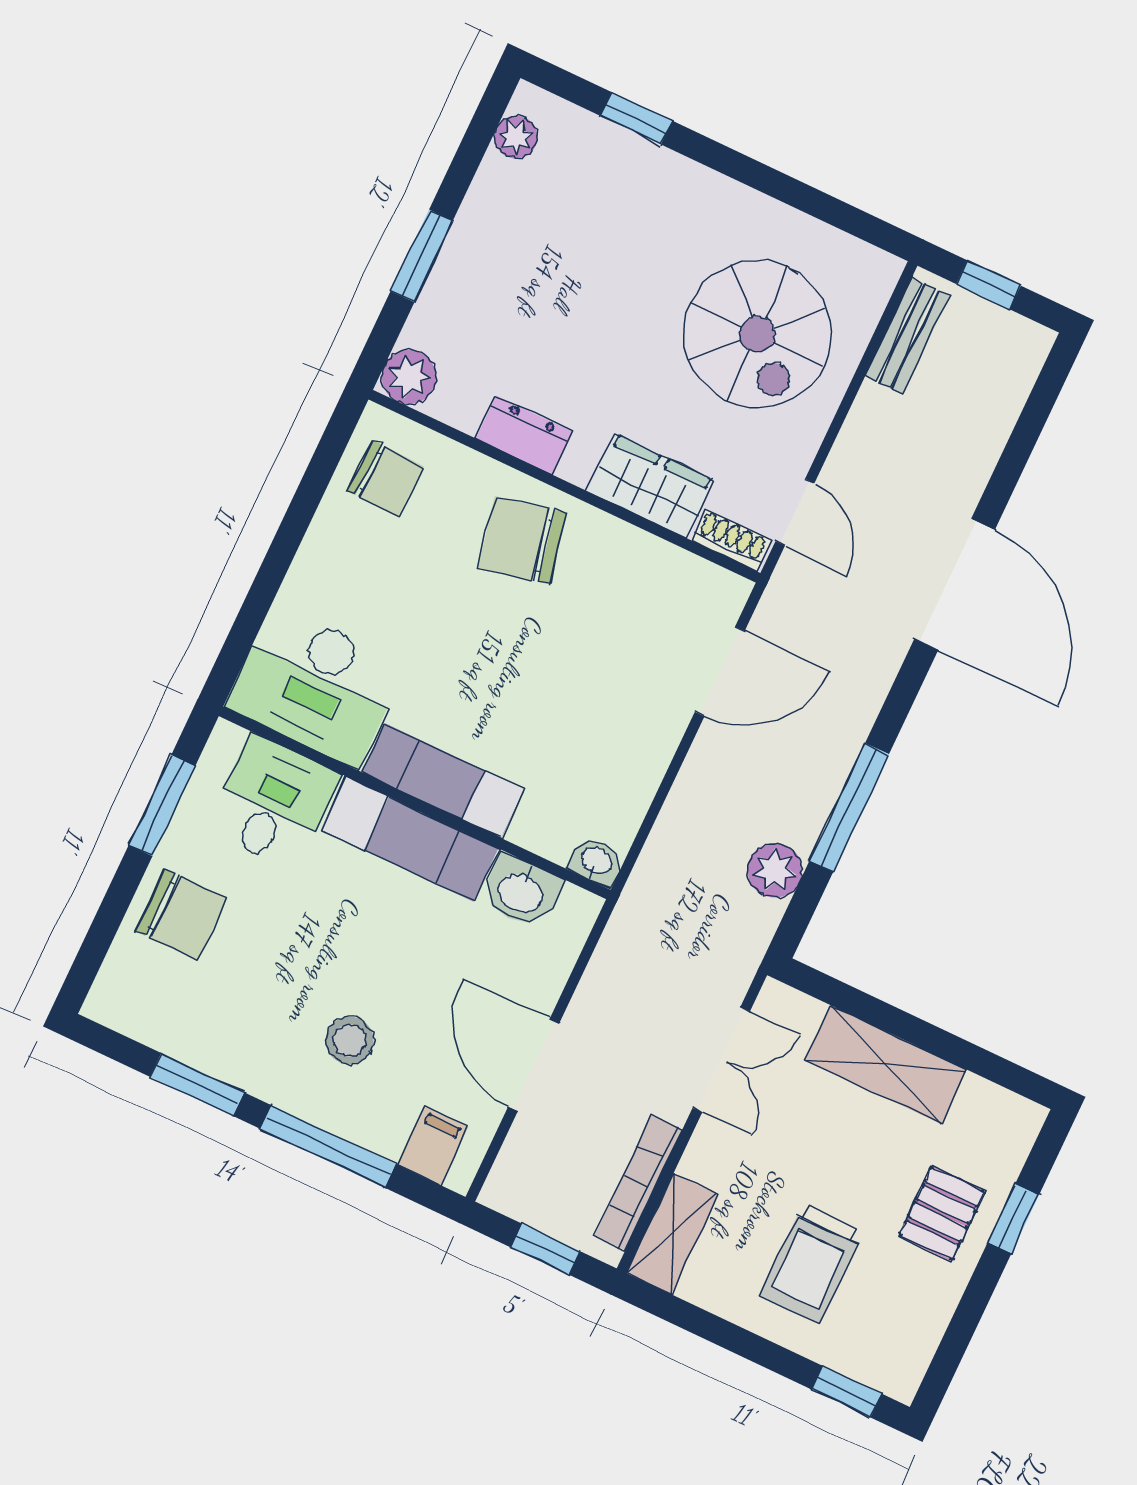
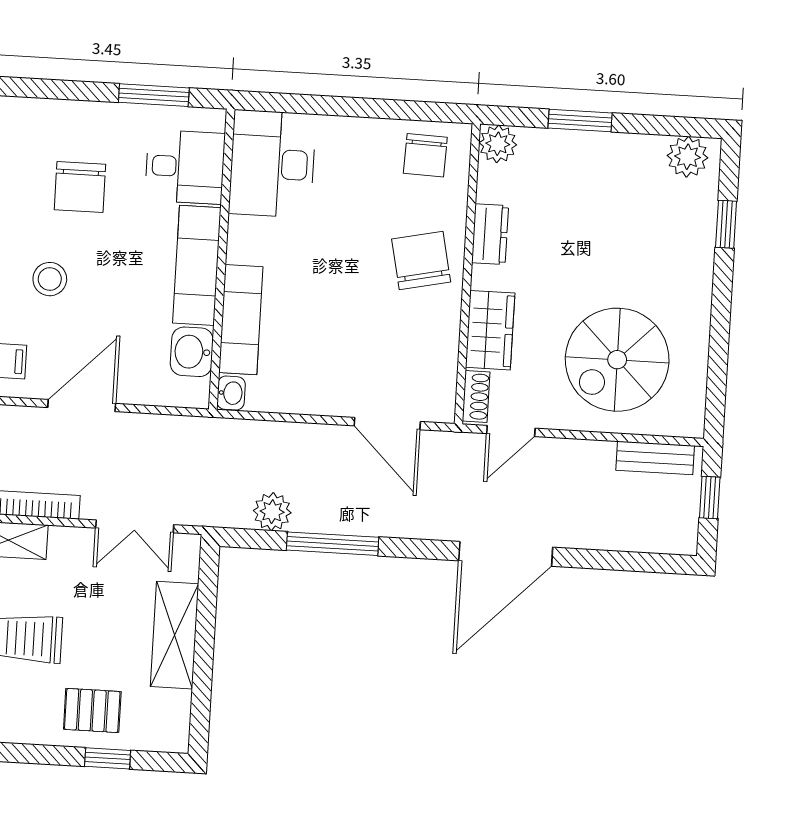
plant: (516, 137) -> (688, 157), width x1.38, depth x1.38
exam couch: (443, 781) -> (241, 320), moved
chair: (181, 915) -> (80, 187), moved

